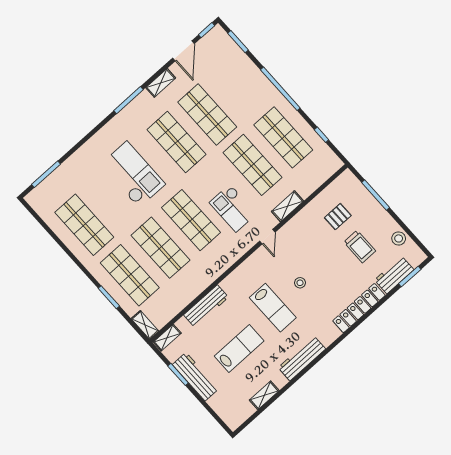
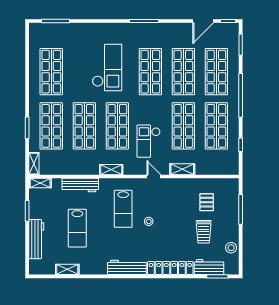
shelving: (161, 83) -> (111, 170), moved
shop shelf: (238, 87) -> (216, 72), added
pallet: (338, 217) -> (207, 202), turned 90
door: (267, 237) -> (154, 177), swing flipped
lab bench: (273, 308) -> (123, 209), moved
lab bench: (239, 349) -> (77, 228), turned 90
workbench: (302, 358) -> (127, 267), moved
workbench: (195, 377) -> (36, 239), moved

